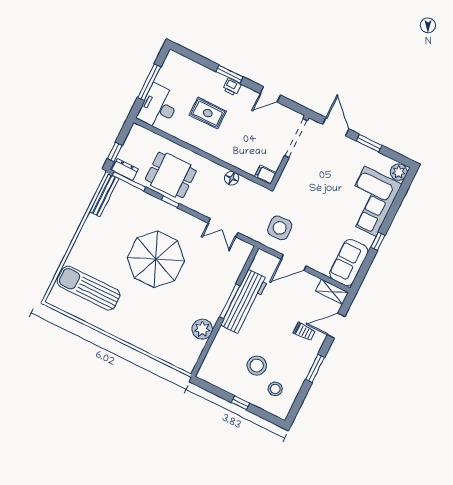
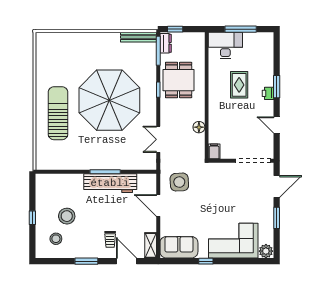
parasol: (156, 259) -> (109, 100), width x1.36, depth x1.36
sun lounger: (89, 288) -> (58, 113), moved
plant: (202, 329) -> (74, 161), removed

